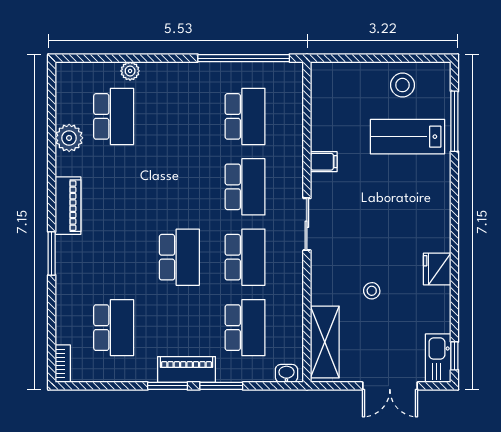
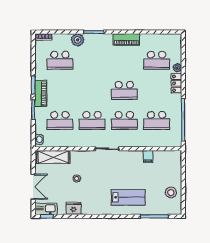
locker: (164, 73) -> (176, 83), added
lab bench: (408, 137) -> (128, 197), moved, turned 90
plant: (69, 138) -> (78, 40), moved
filing cabinet: (324, 162) -> (148, 156), moved
piano: (68, 206) -> (126, 39), moved
school desk: (179, 257) -> (124, 90), moved
fridge: (437, 269) -> (74, 208), moved
double door: (390, 386) -> (33, 187), swing flipped

